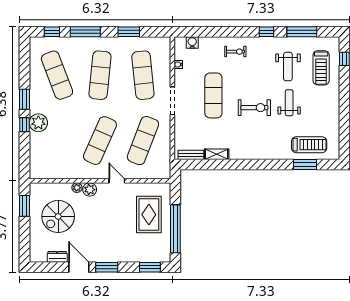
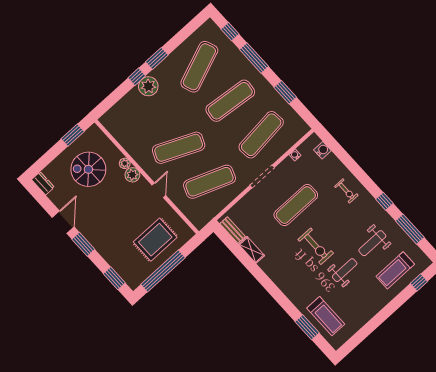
dresser: (57, 257) -> (43, 183), moved

